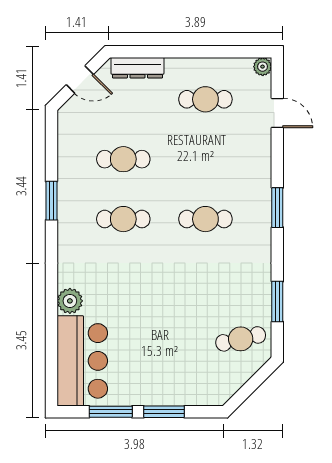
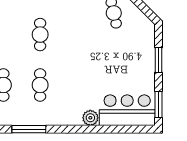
window: (51, 201) -> (29, 129), width x1.44
window: (111, 412) -> (158, 105), moved

